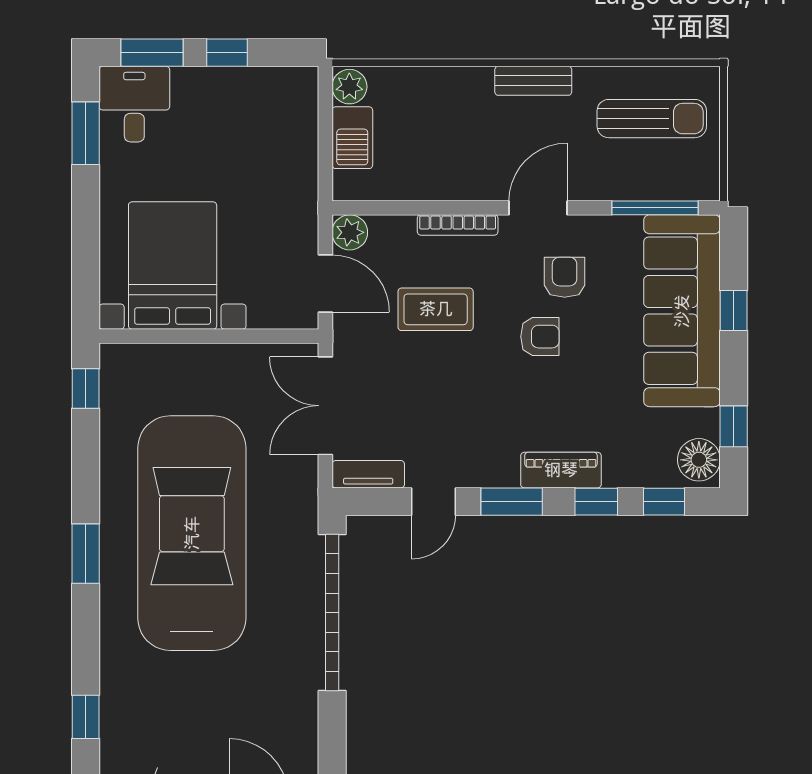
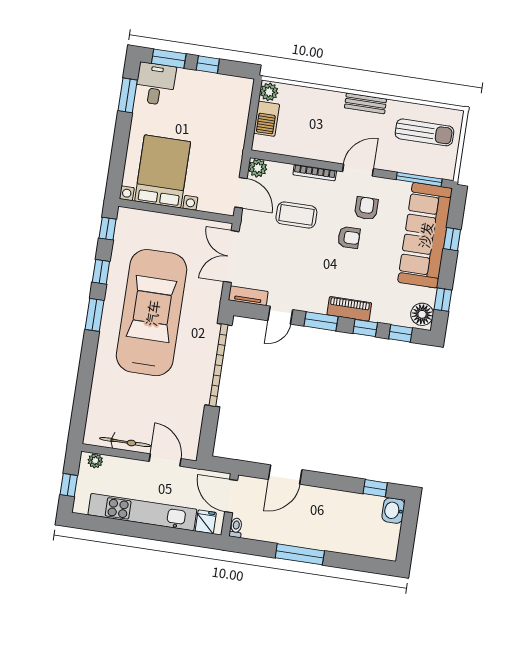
window: (86, 717) -> (101, 272), moved

